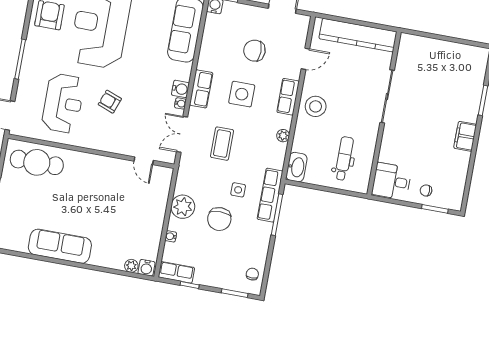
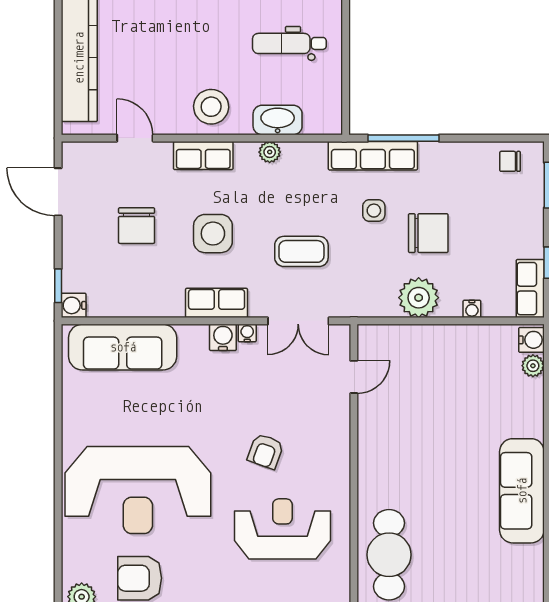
washbasin: (297, 167) -> (278, 120), moved

